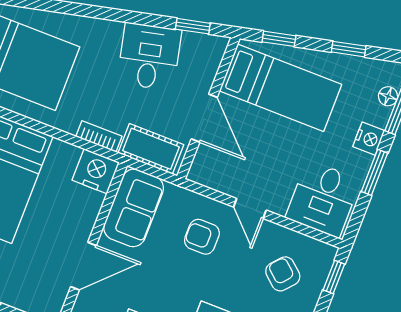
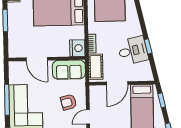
window: (193, 26) -> (148, 46), moved
armchair: (202, 237) -> (69, 102), turned -104

